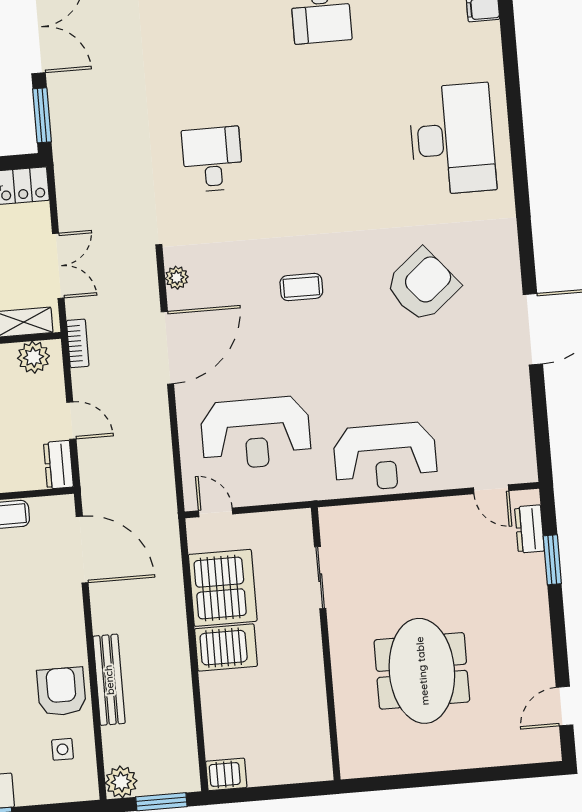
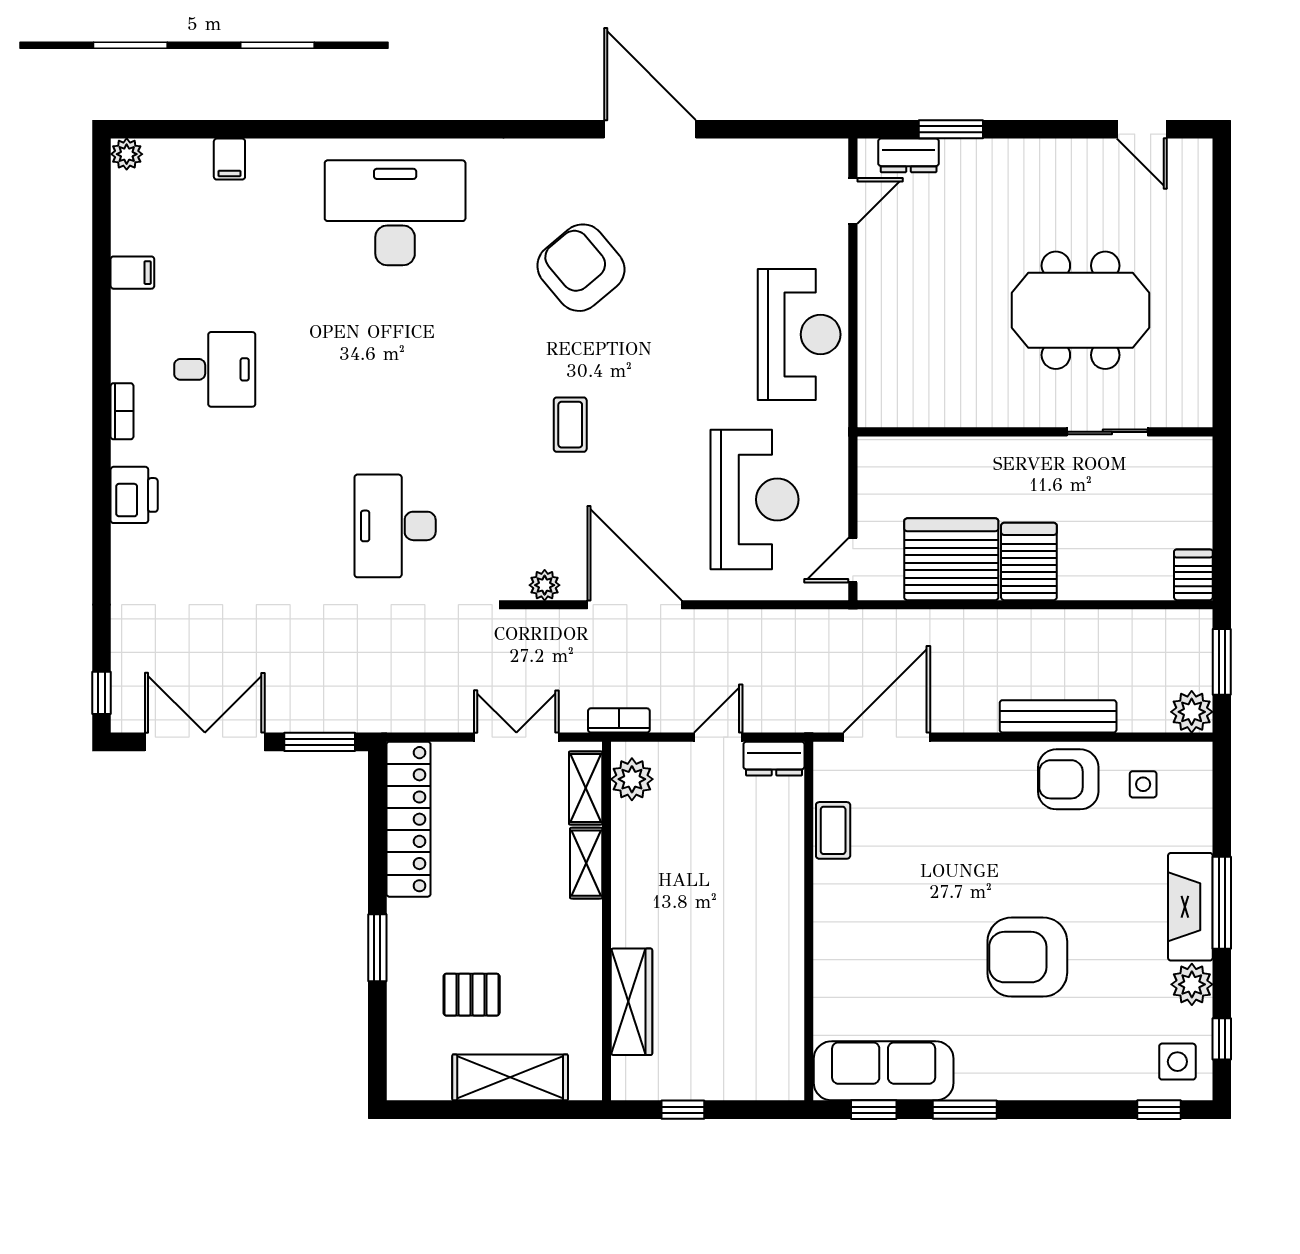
desk: (212, 159) -> (395, 526), width x1.37
sliding door: (320, 578) -> (1107, 432), moved

